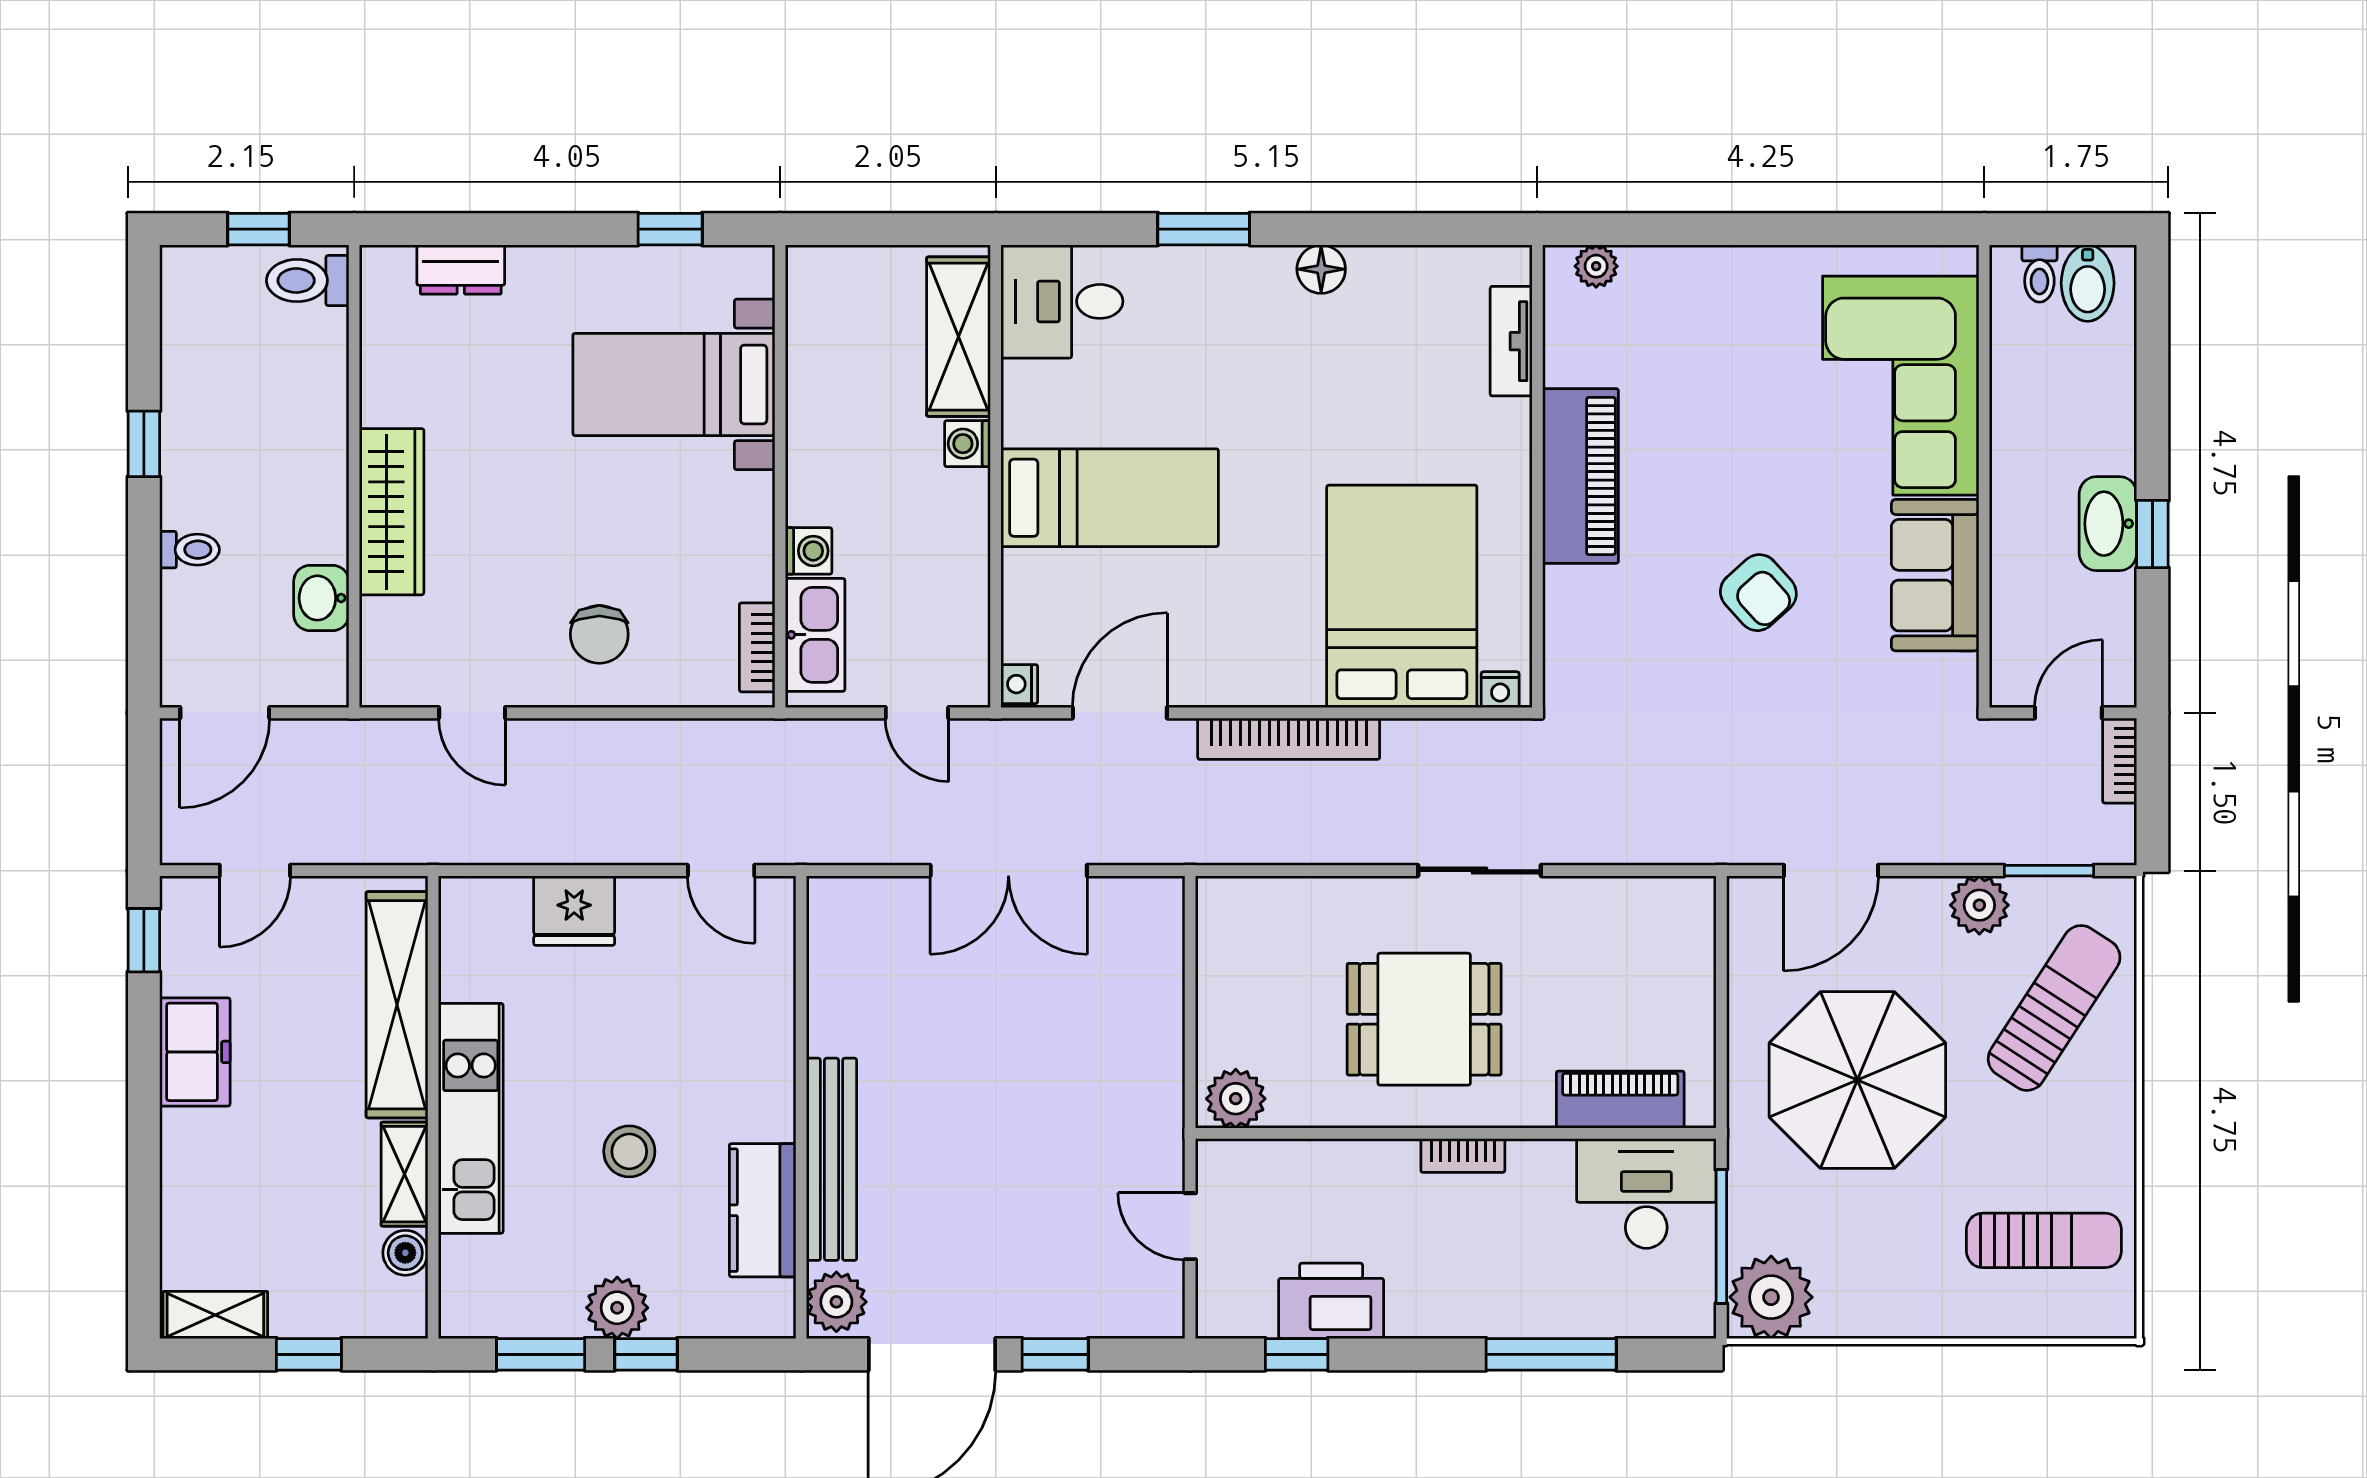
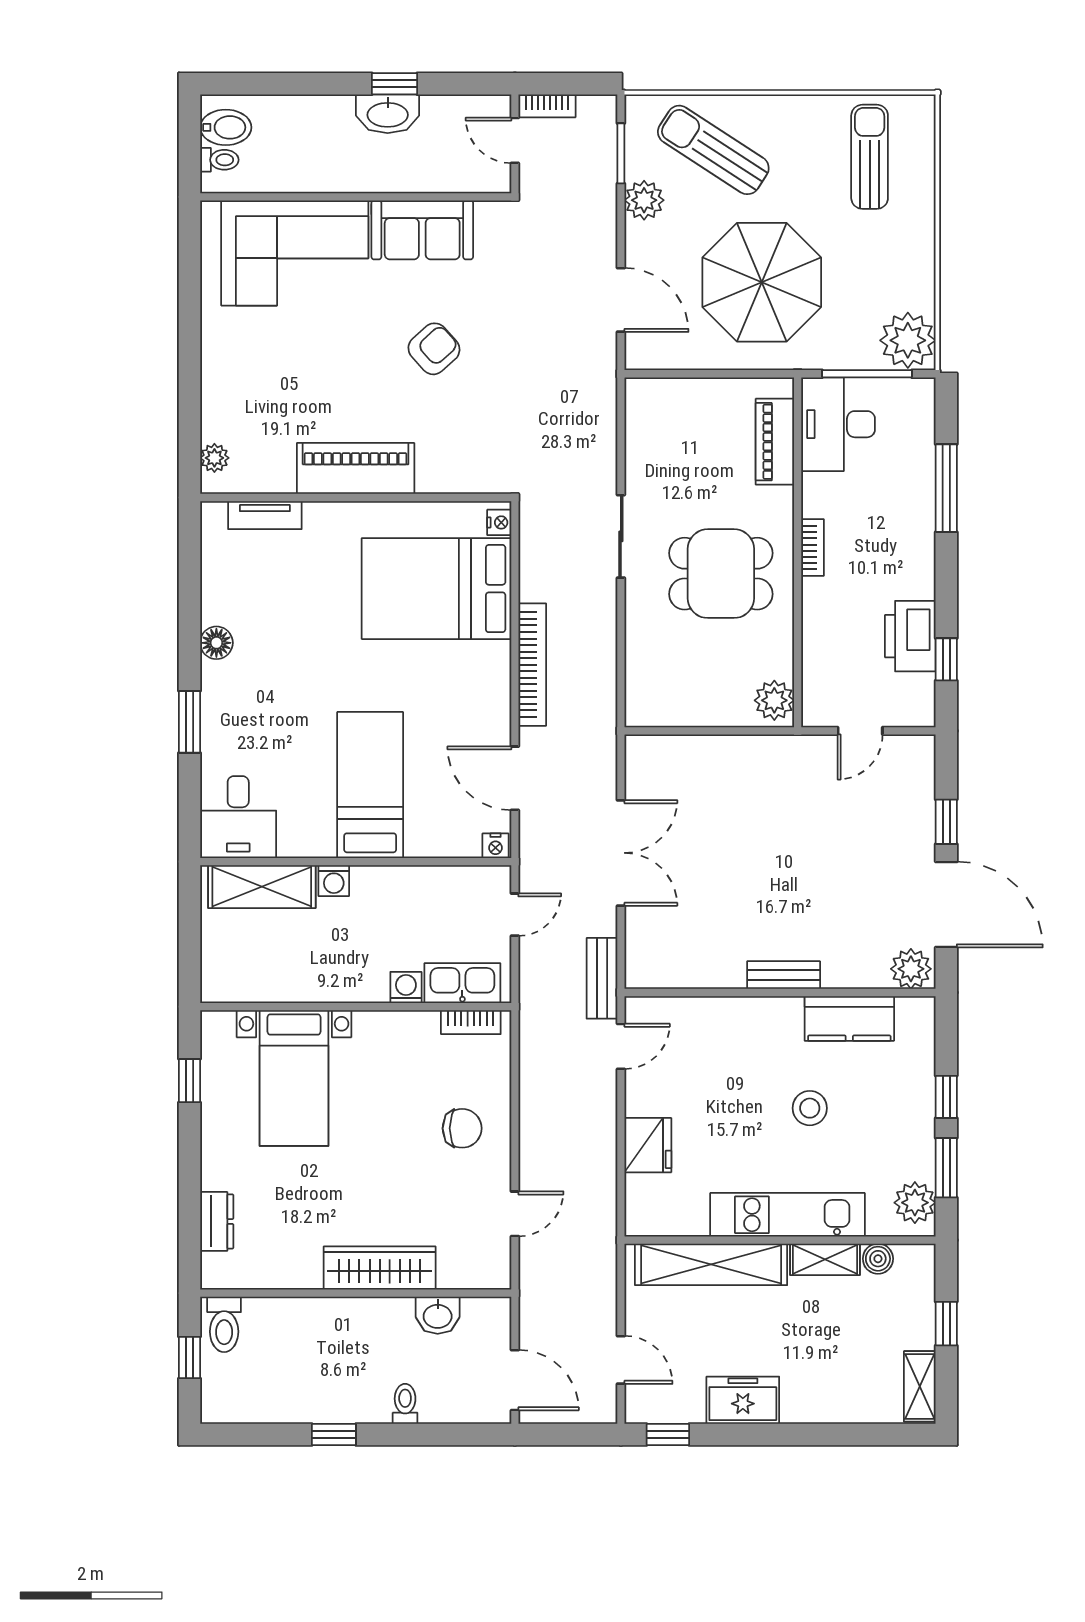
bench: (822, 842) -> (602, 978), added
dining table: (1424, 1019) -> (721, 574), turned 90
bench: (832, 1159) -> (784, 975), width x0.54, depth x0.82
plant: (617, 1308) -> (915, 1203), moved

